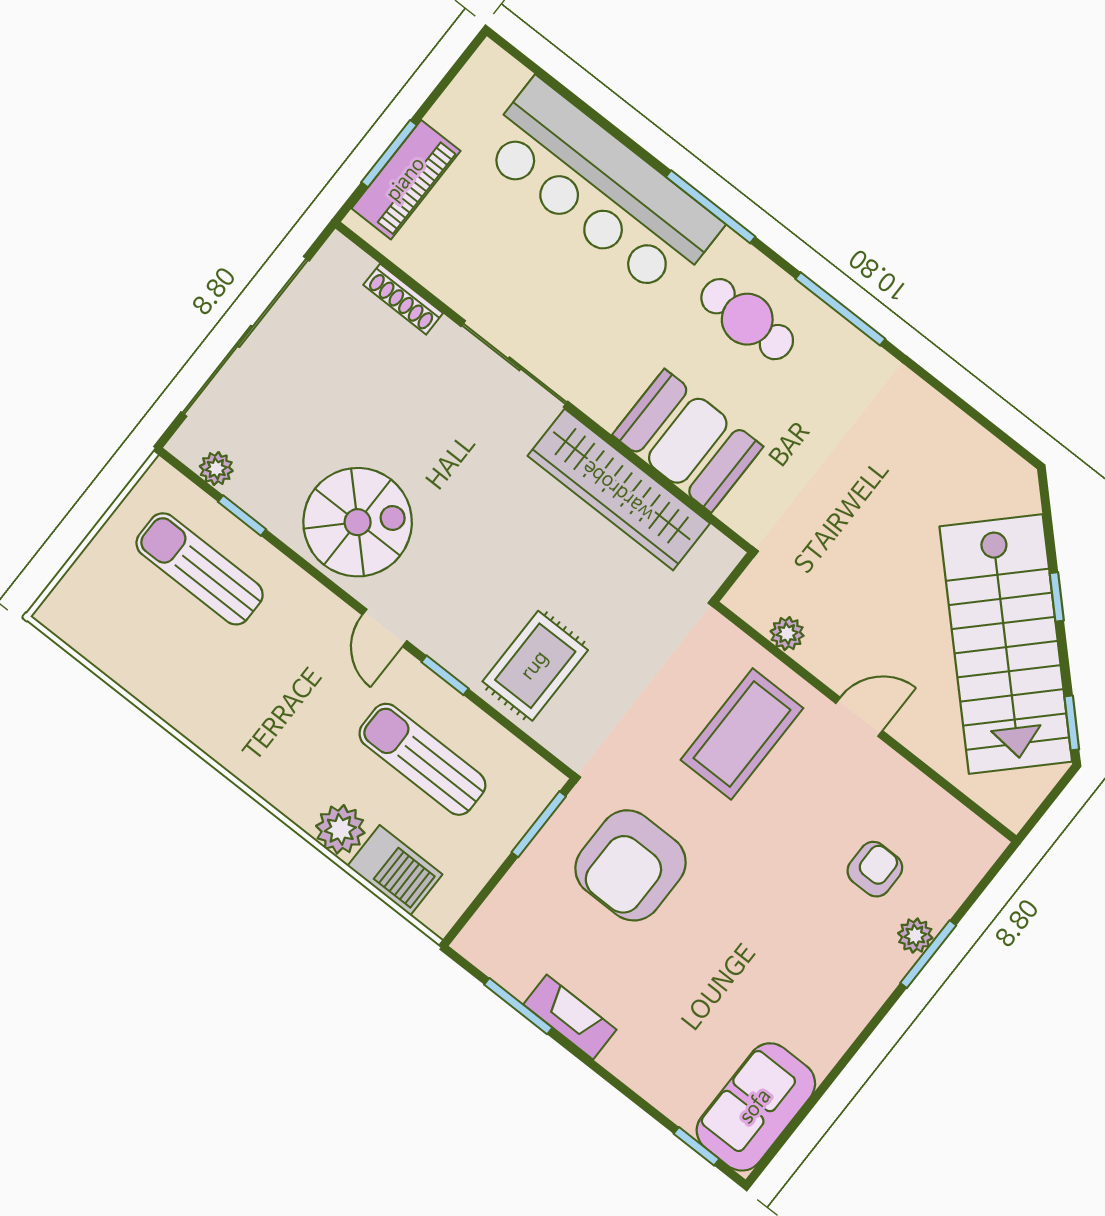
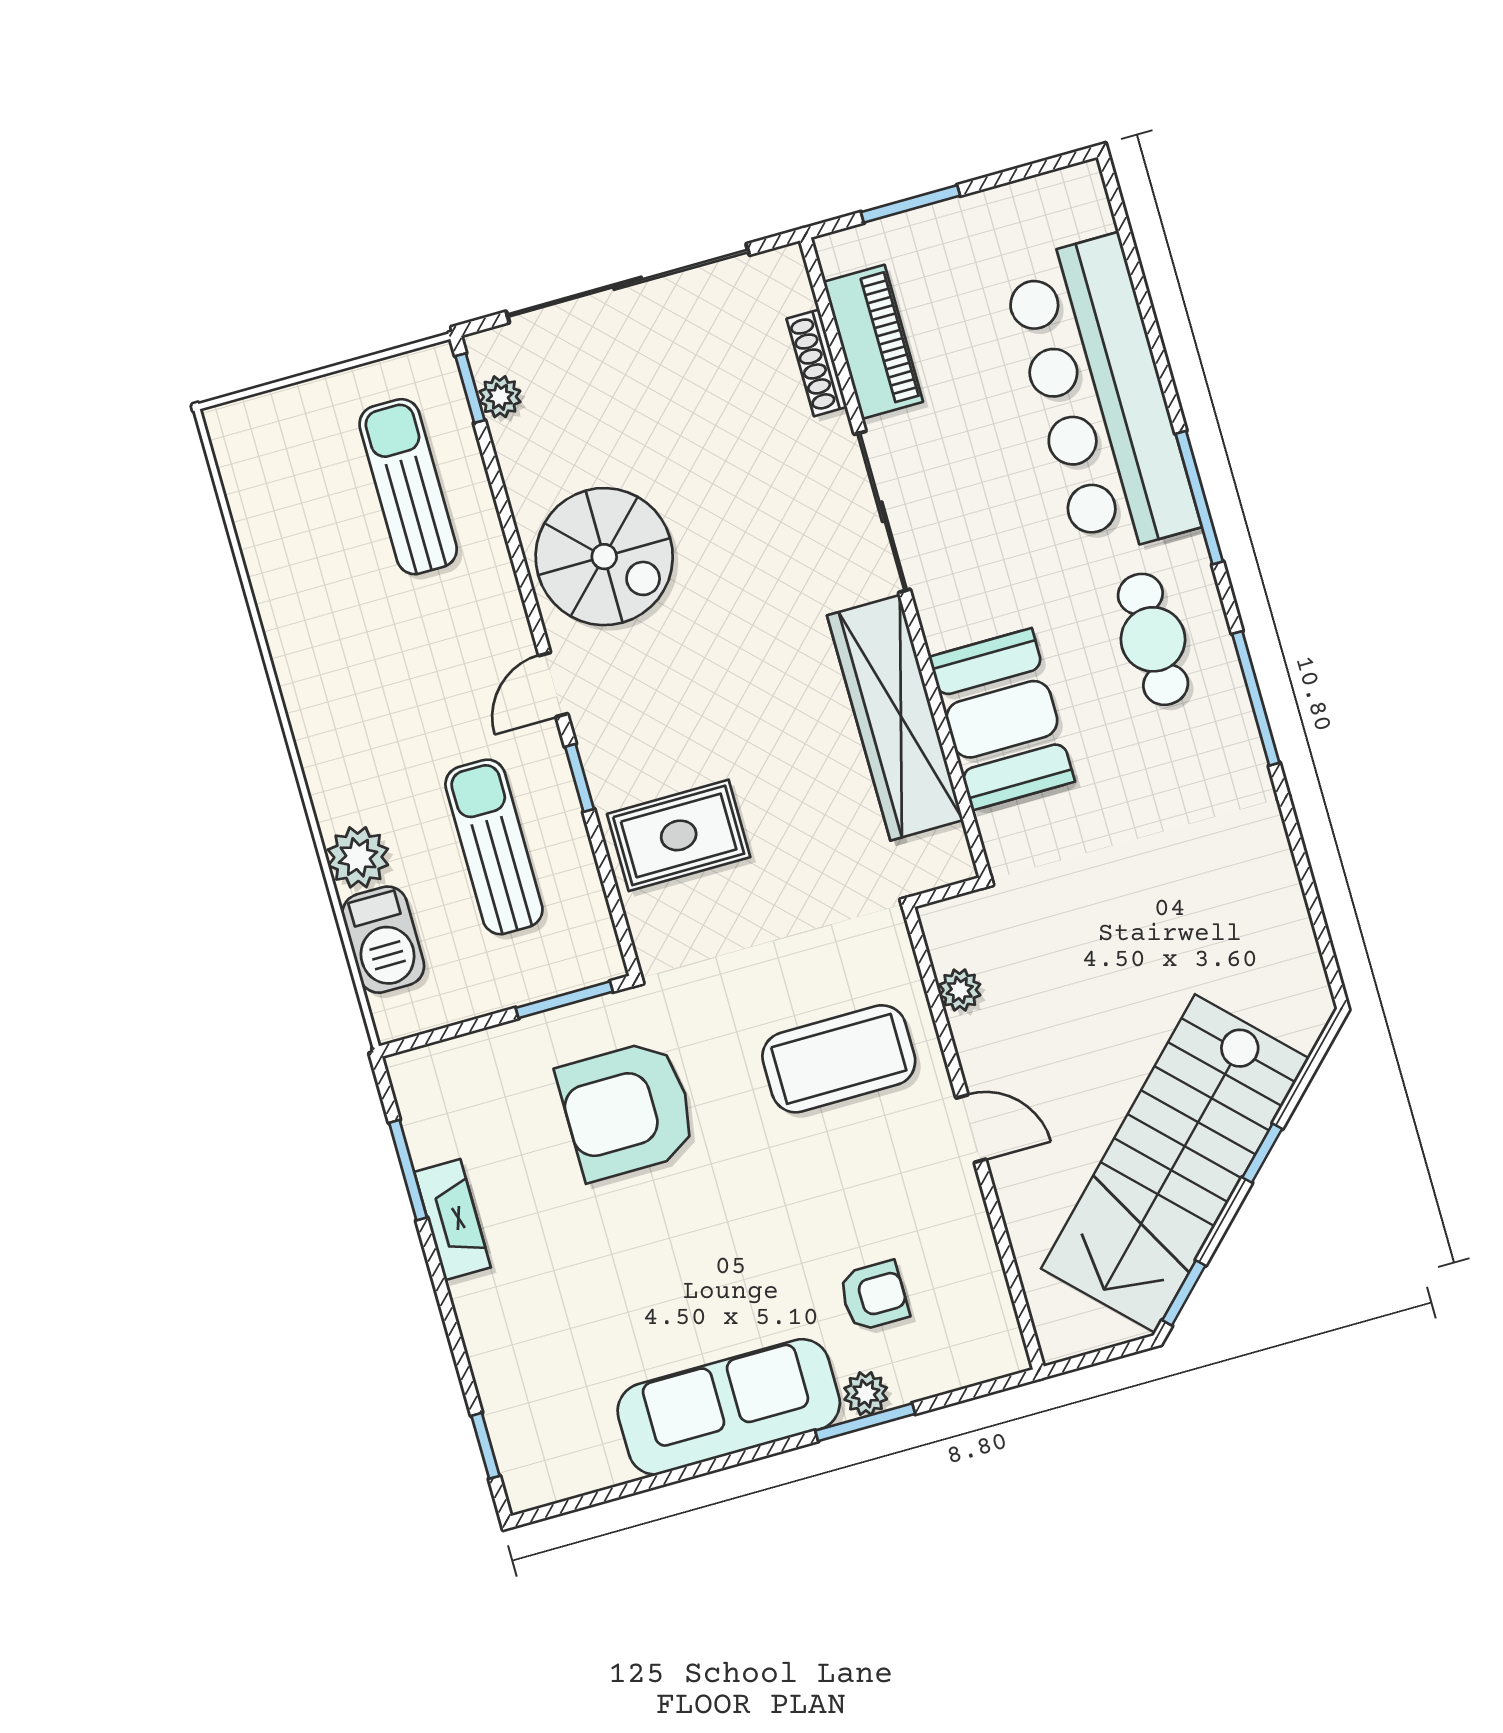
piano: (406, 180) -> (873, 342), moved, turned -90
window: (242, 516) -> (470, 388), moved
sofa: (756, 1107) -> (729, 1407), moved, width x1.36

